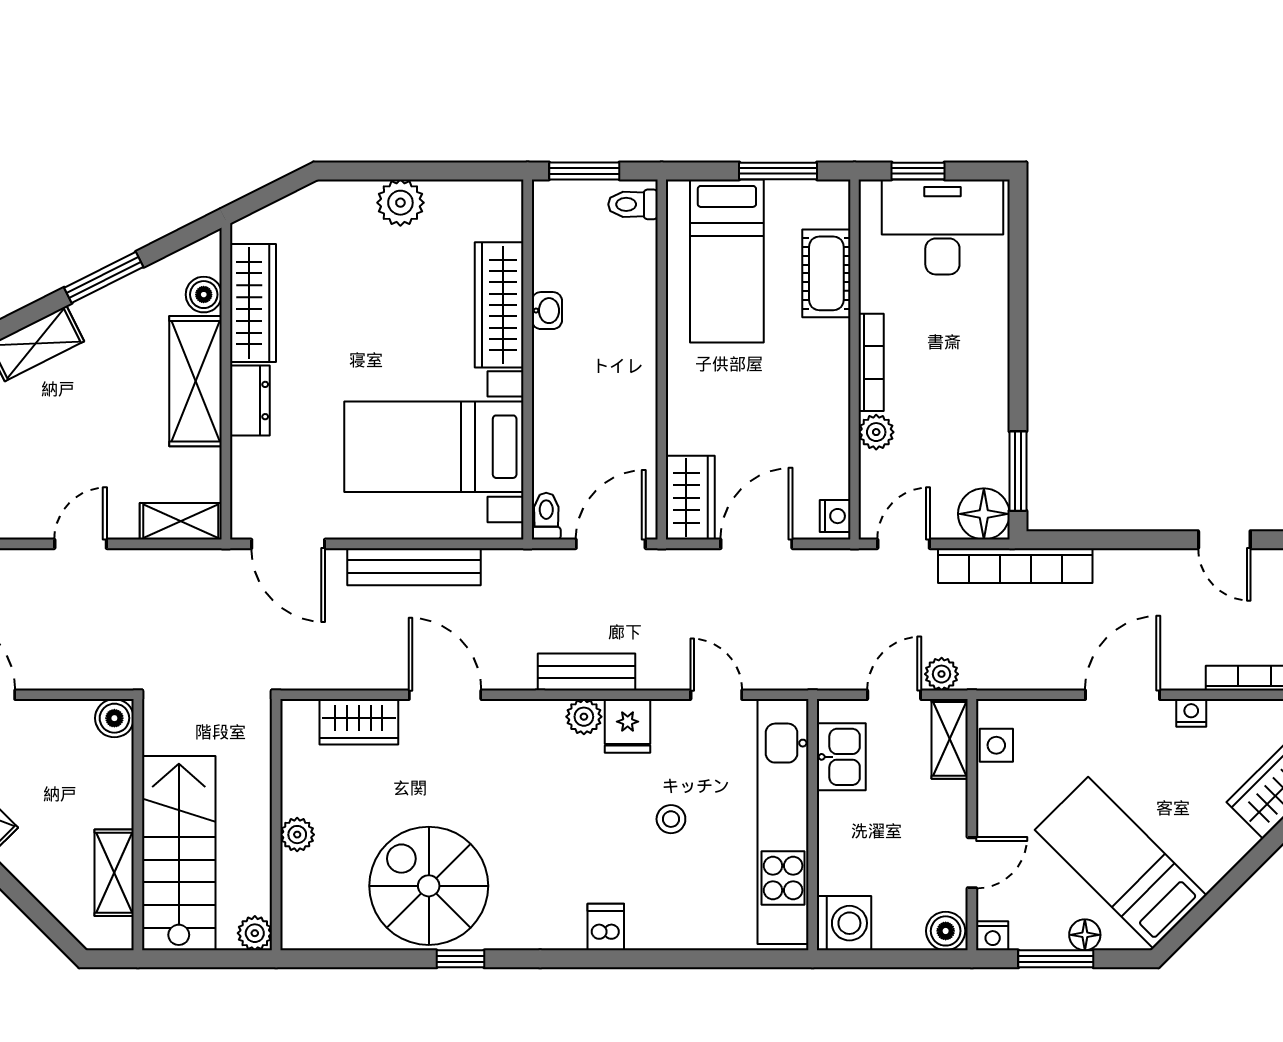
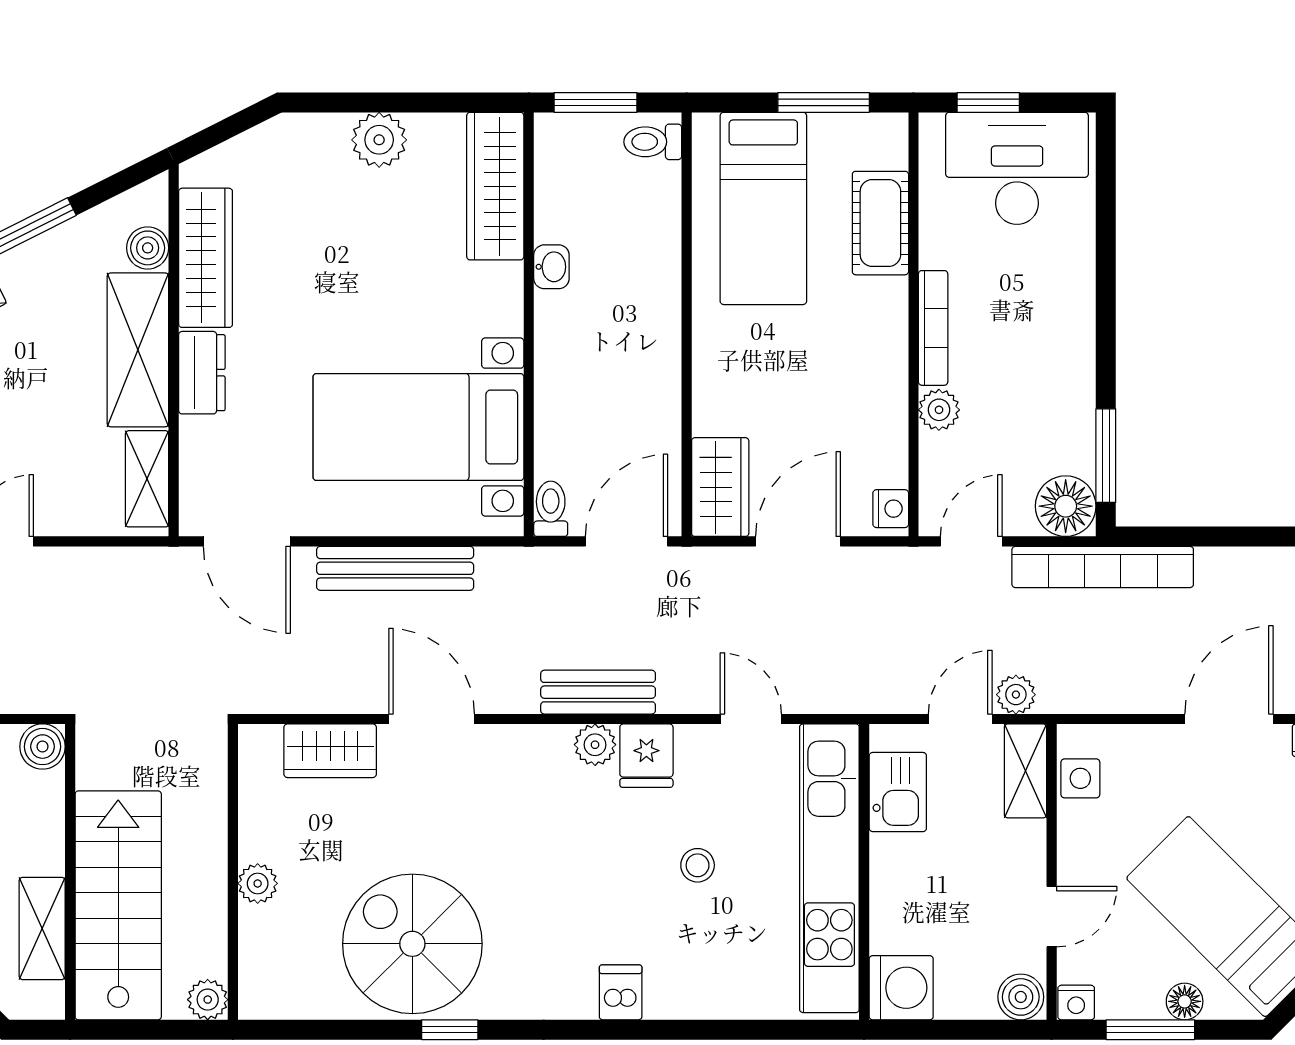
wardrobe: (499, 305) -> (495, 186), moved
shelving: (181, 521) -> (147, 479), moved, turned 90

